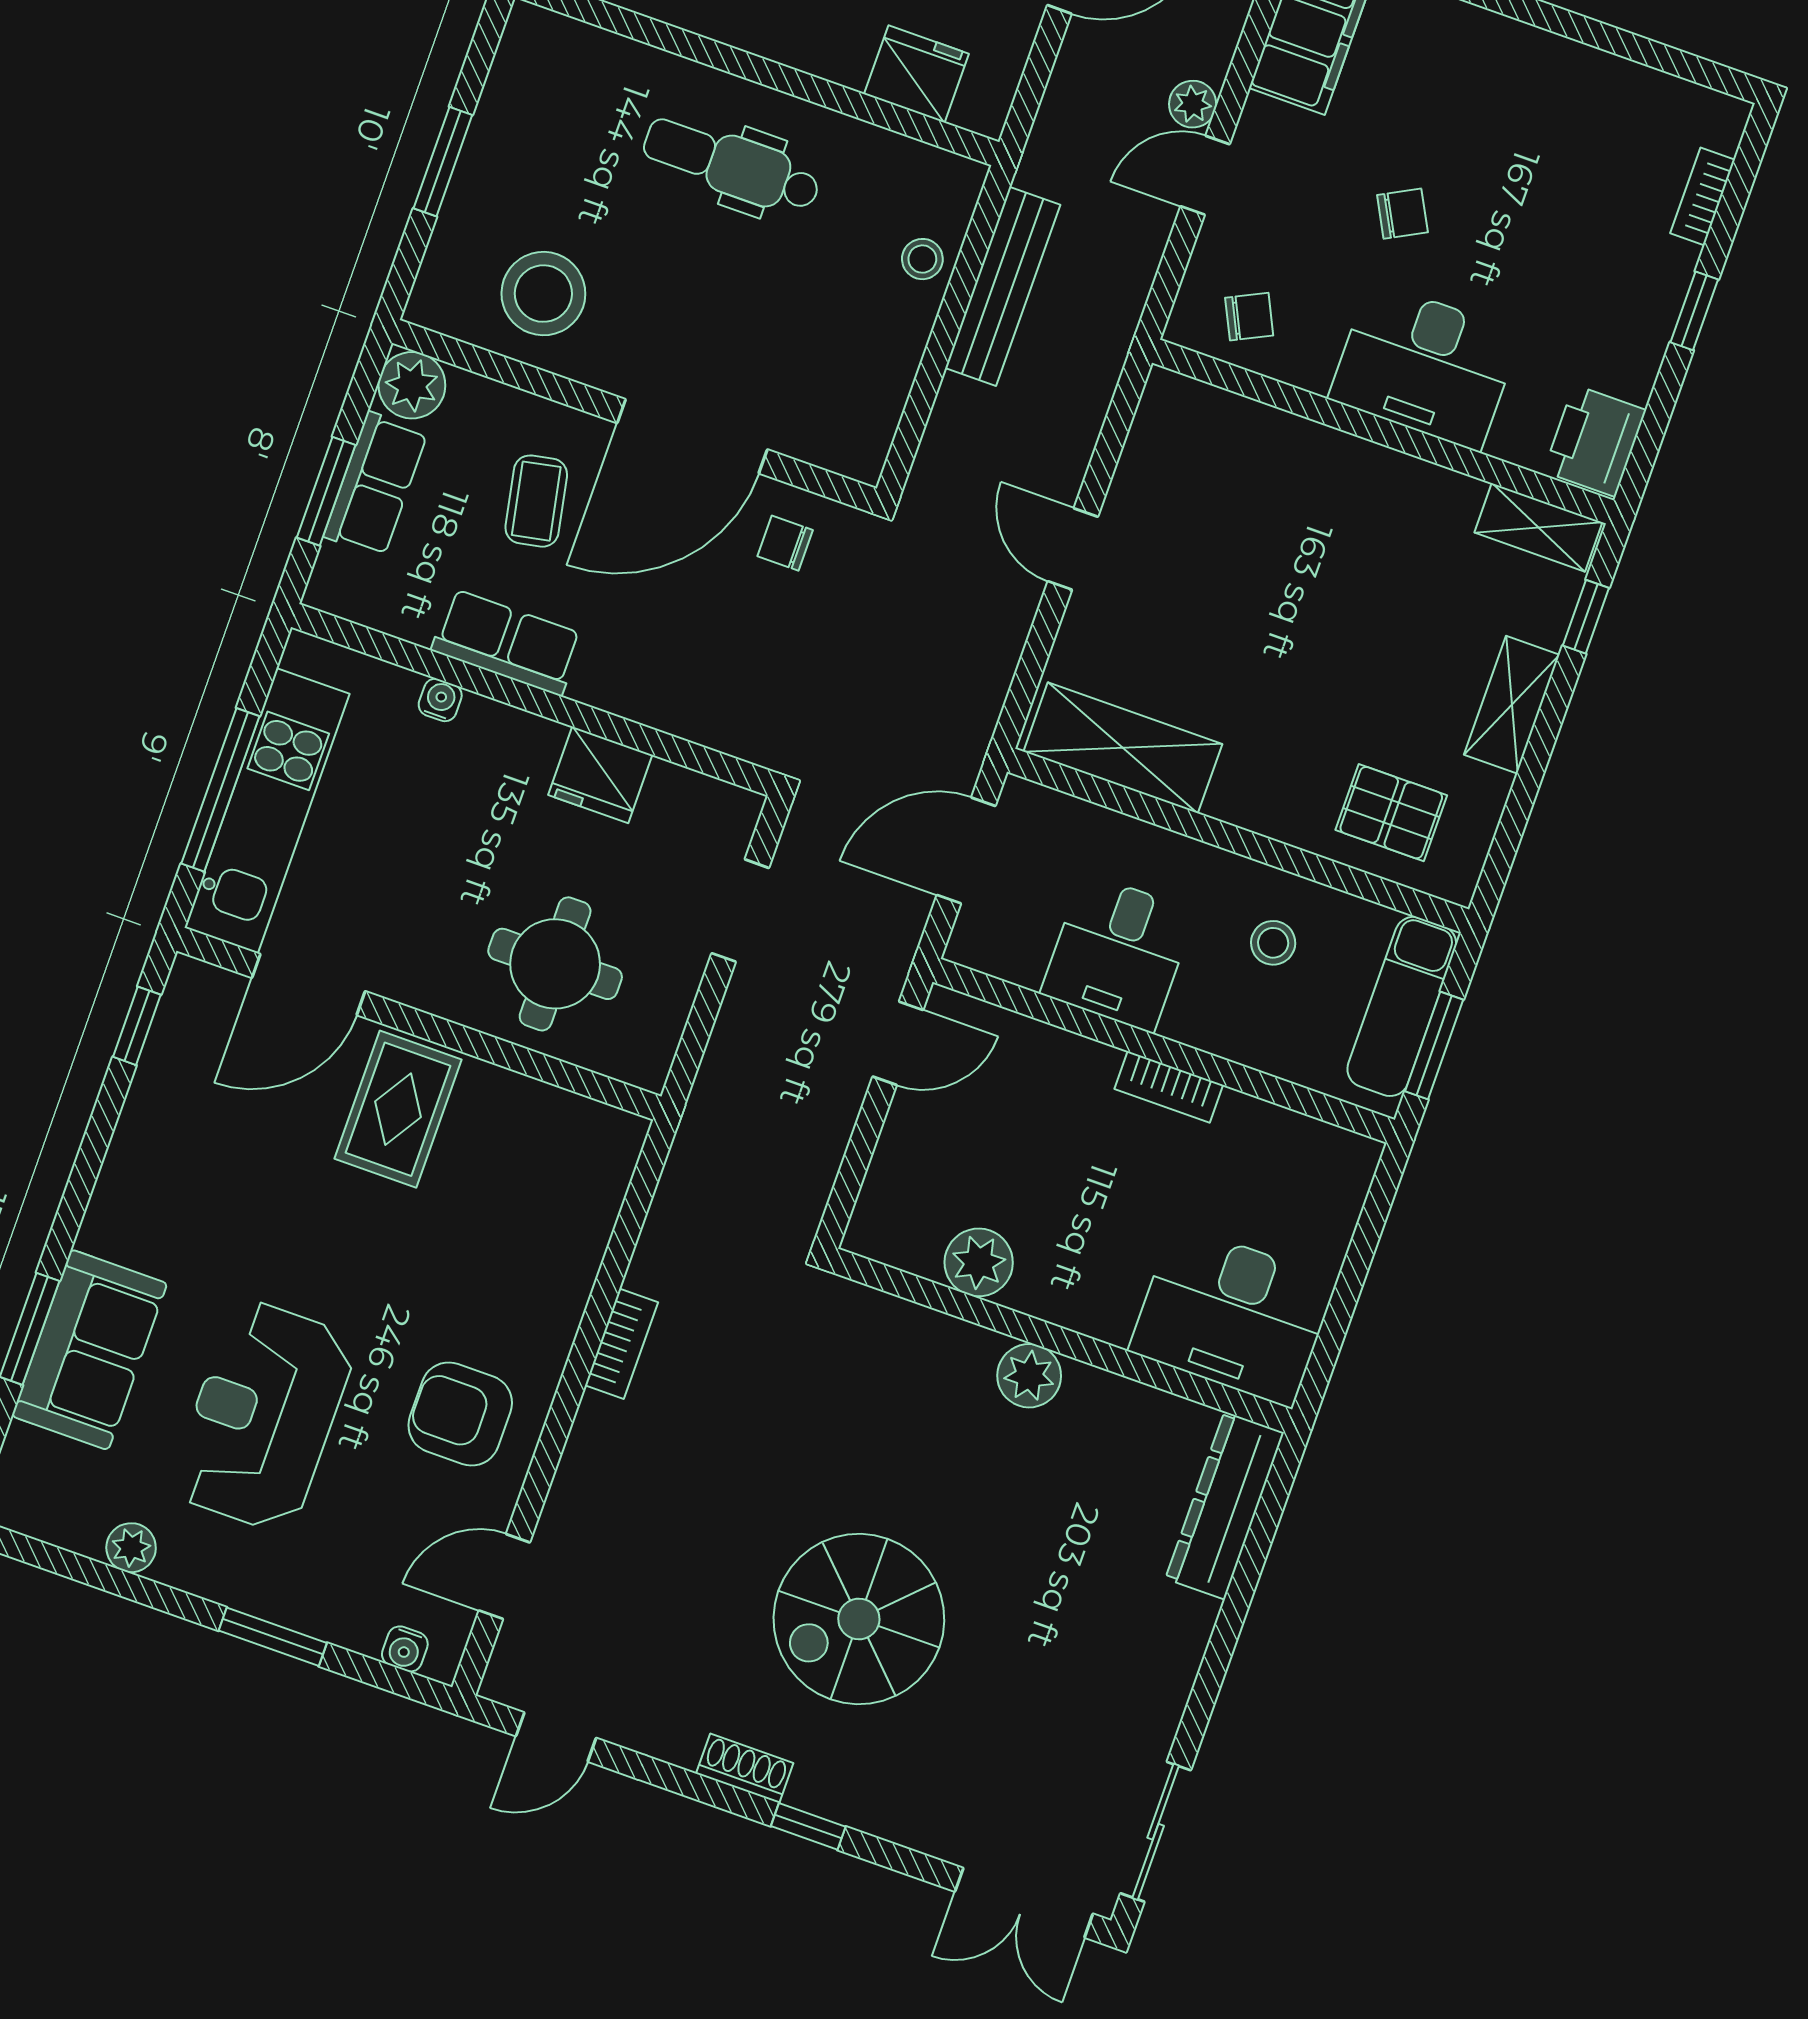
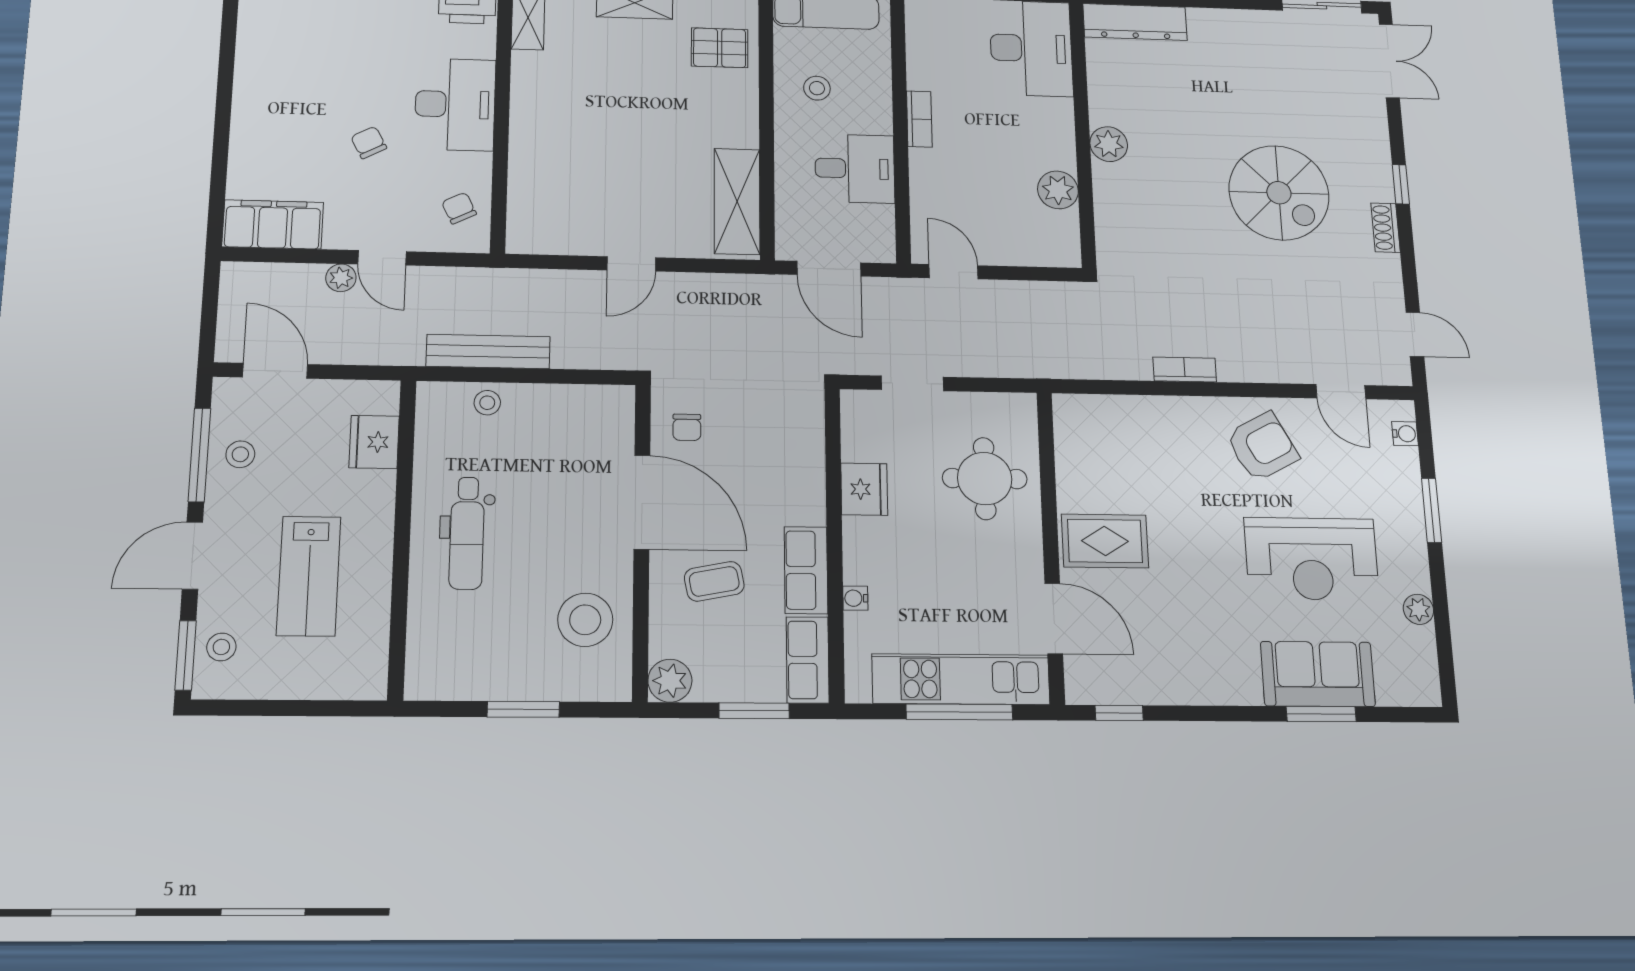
row of seats: (376, 484) -> (808, 660), moved, turned -90
pallet: (1391, 813) -> (720, 48), turned 90
armchair: (460, 1414) -> (1262, 447), turned -118

